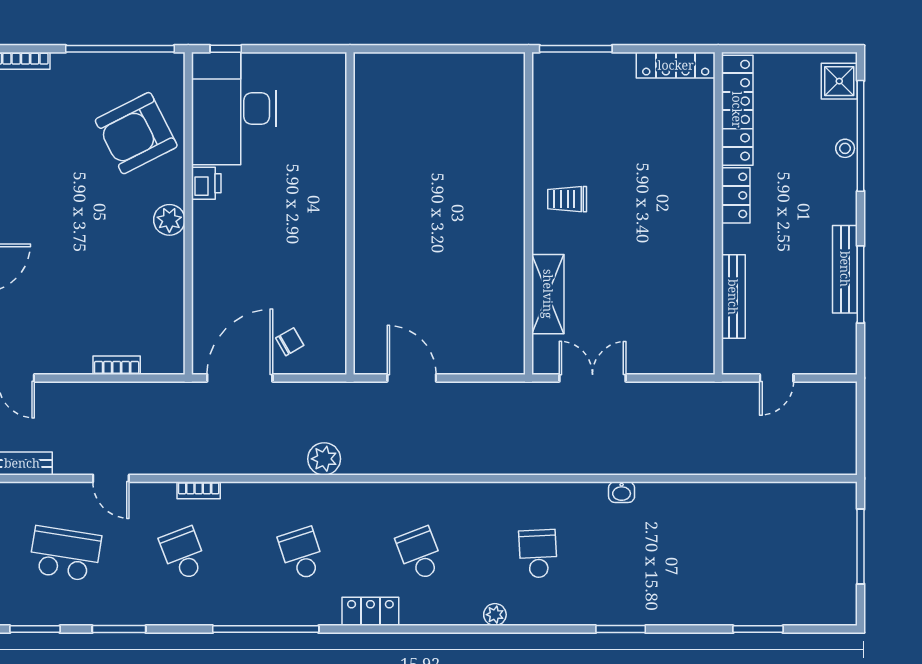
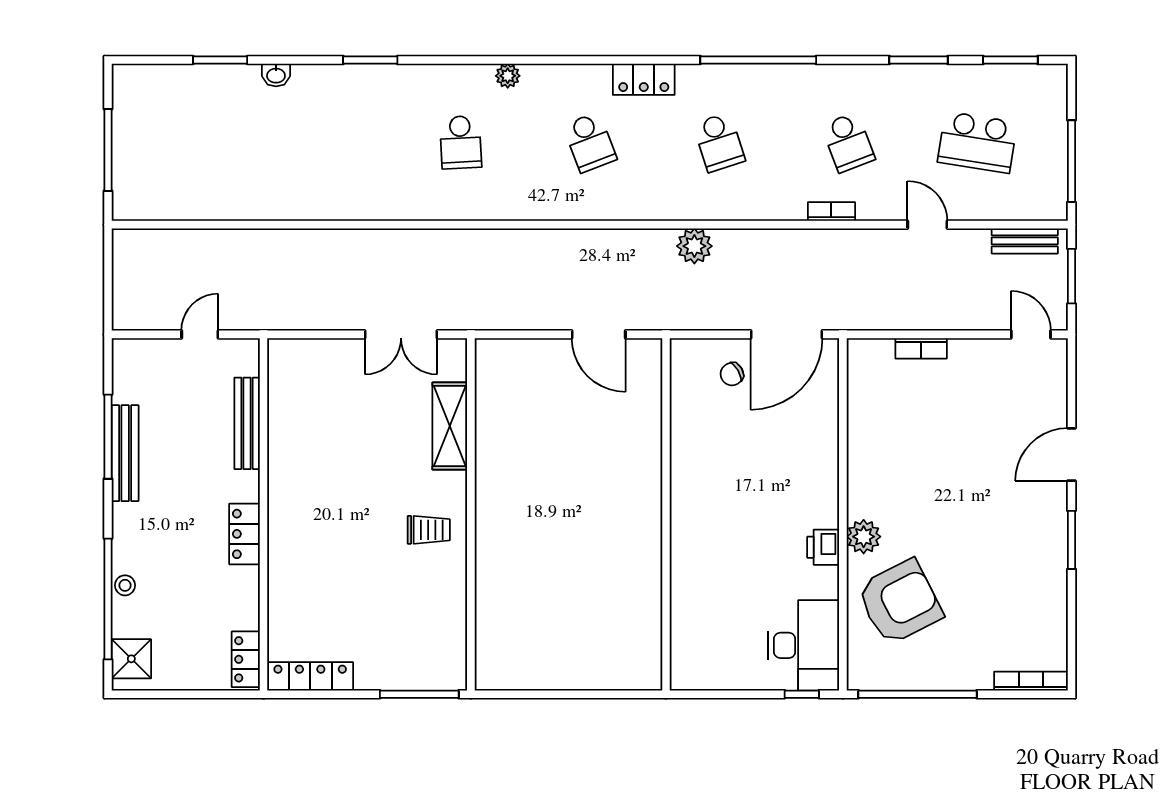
desk: (234, 108) -> (804, 645), width x0.73, depth x0.77
locker: (737, 110) -> (246, 659), width x0.46, depth x0.83
plant: (169, 220) -> (864, 537), moved
washbasin: (622, 492) -> (276, 75), moved, turned 180

